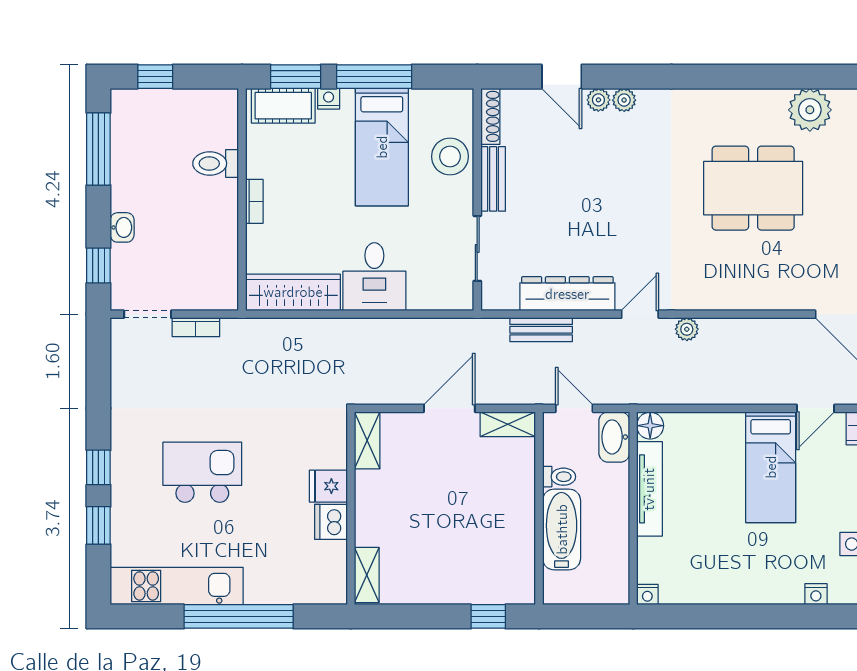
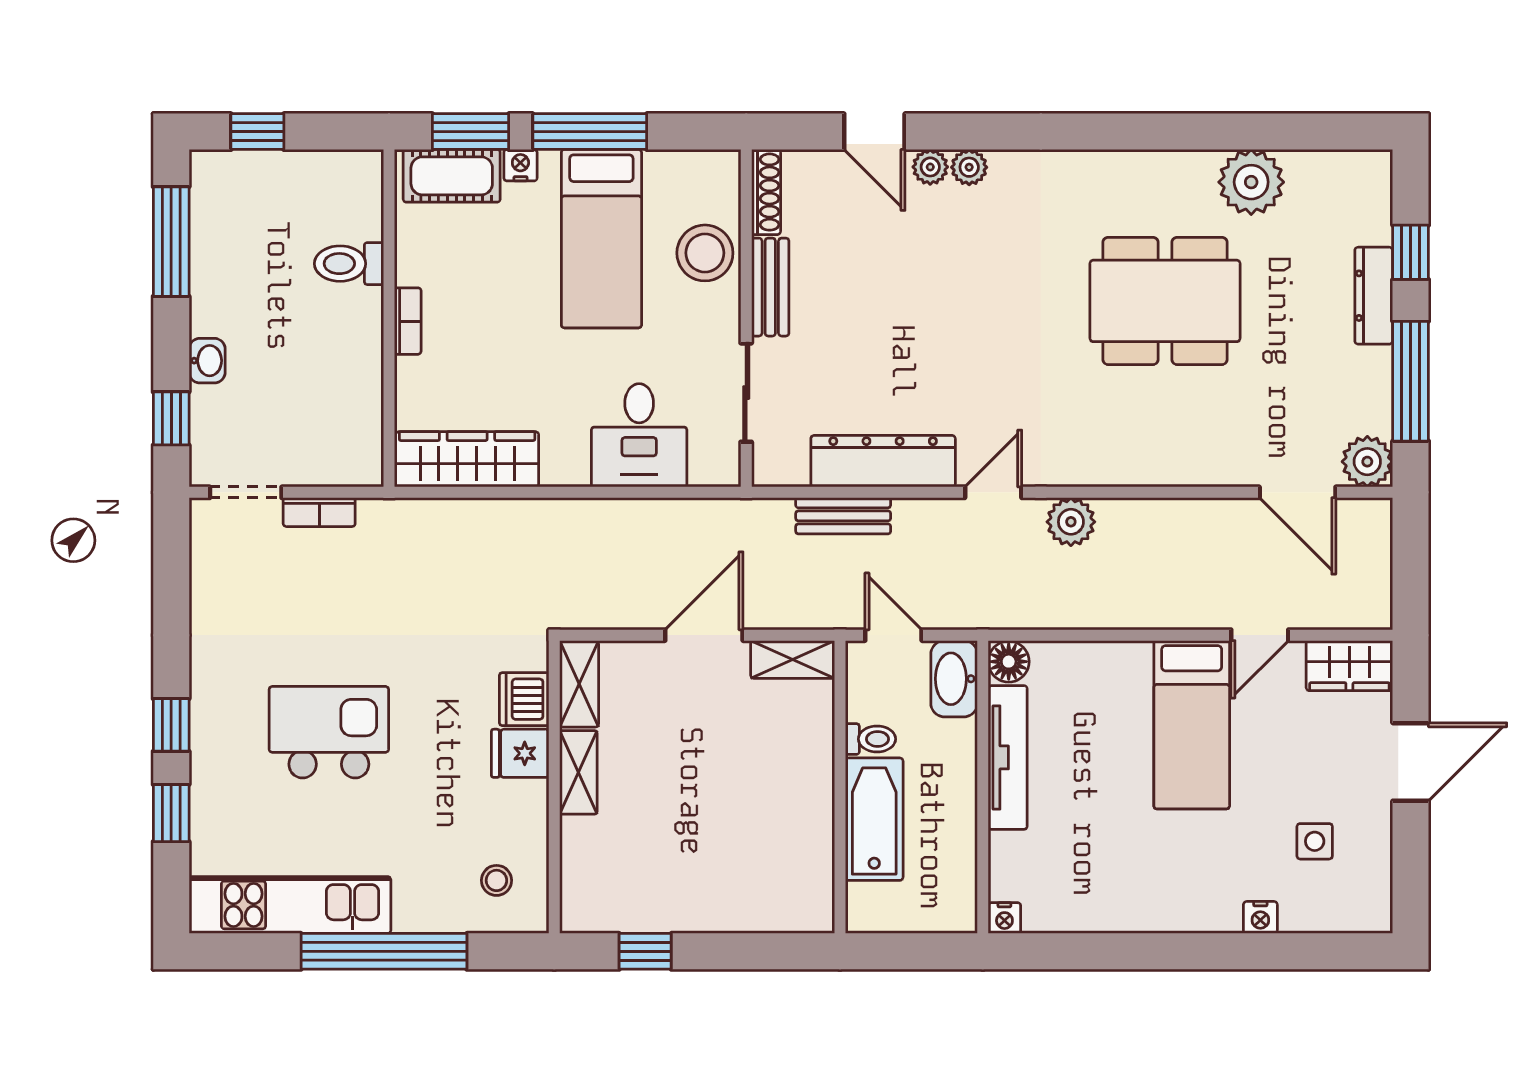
desk: (374, 277) -> (639, 435), moved
plant: (687, 329) -> (1071, 522), width x1.38, depth x1.38
dishwasher: (331, 522) -> (524, 699), moved
stool: (313, 570) -> (496, 880), added
shelving: (367, 575) -> (578, 772), moved
window: (488, 616) -> (645, 951), moved

